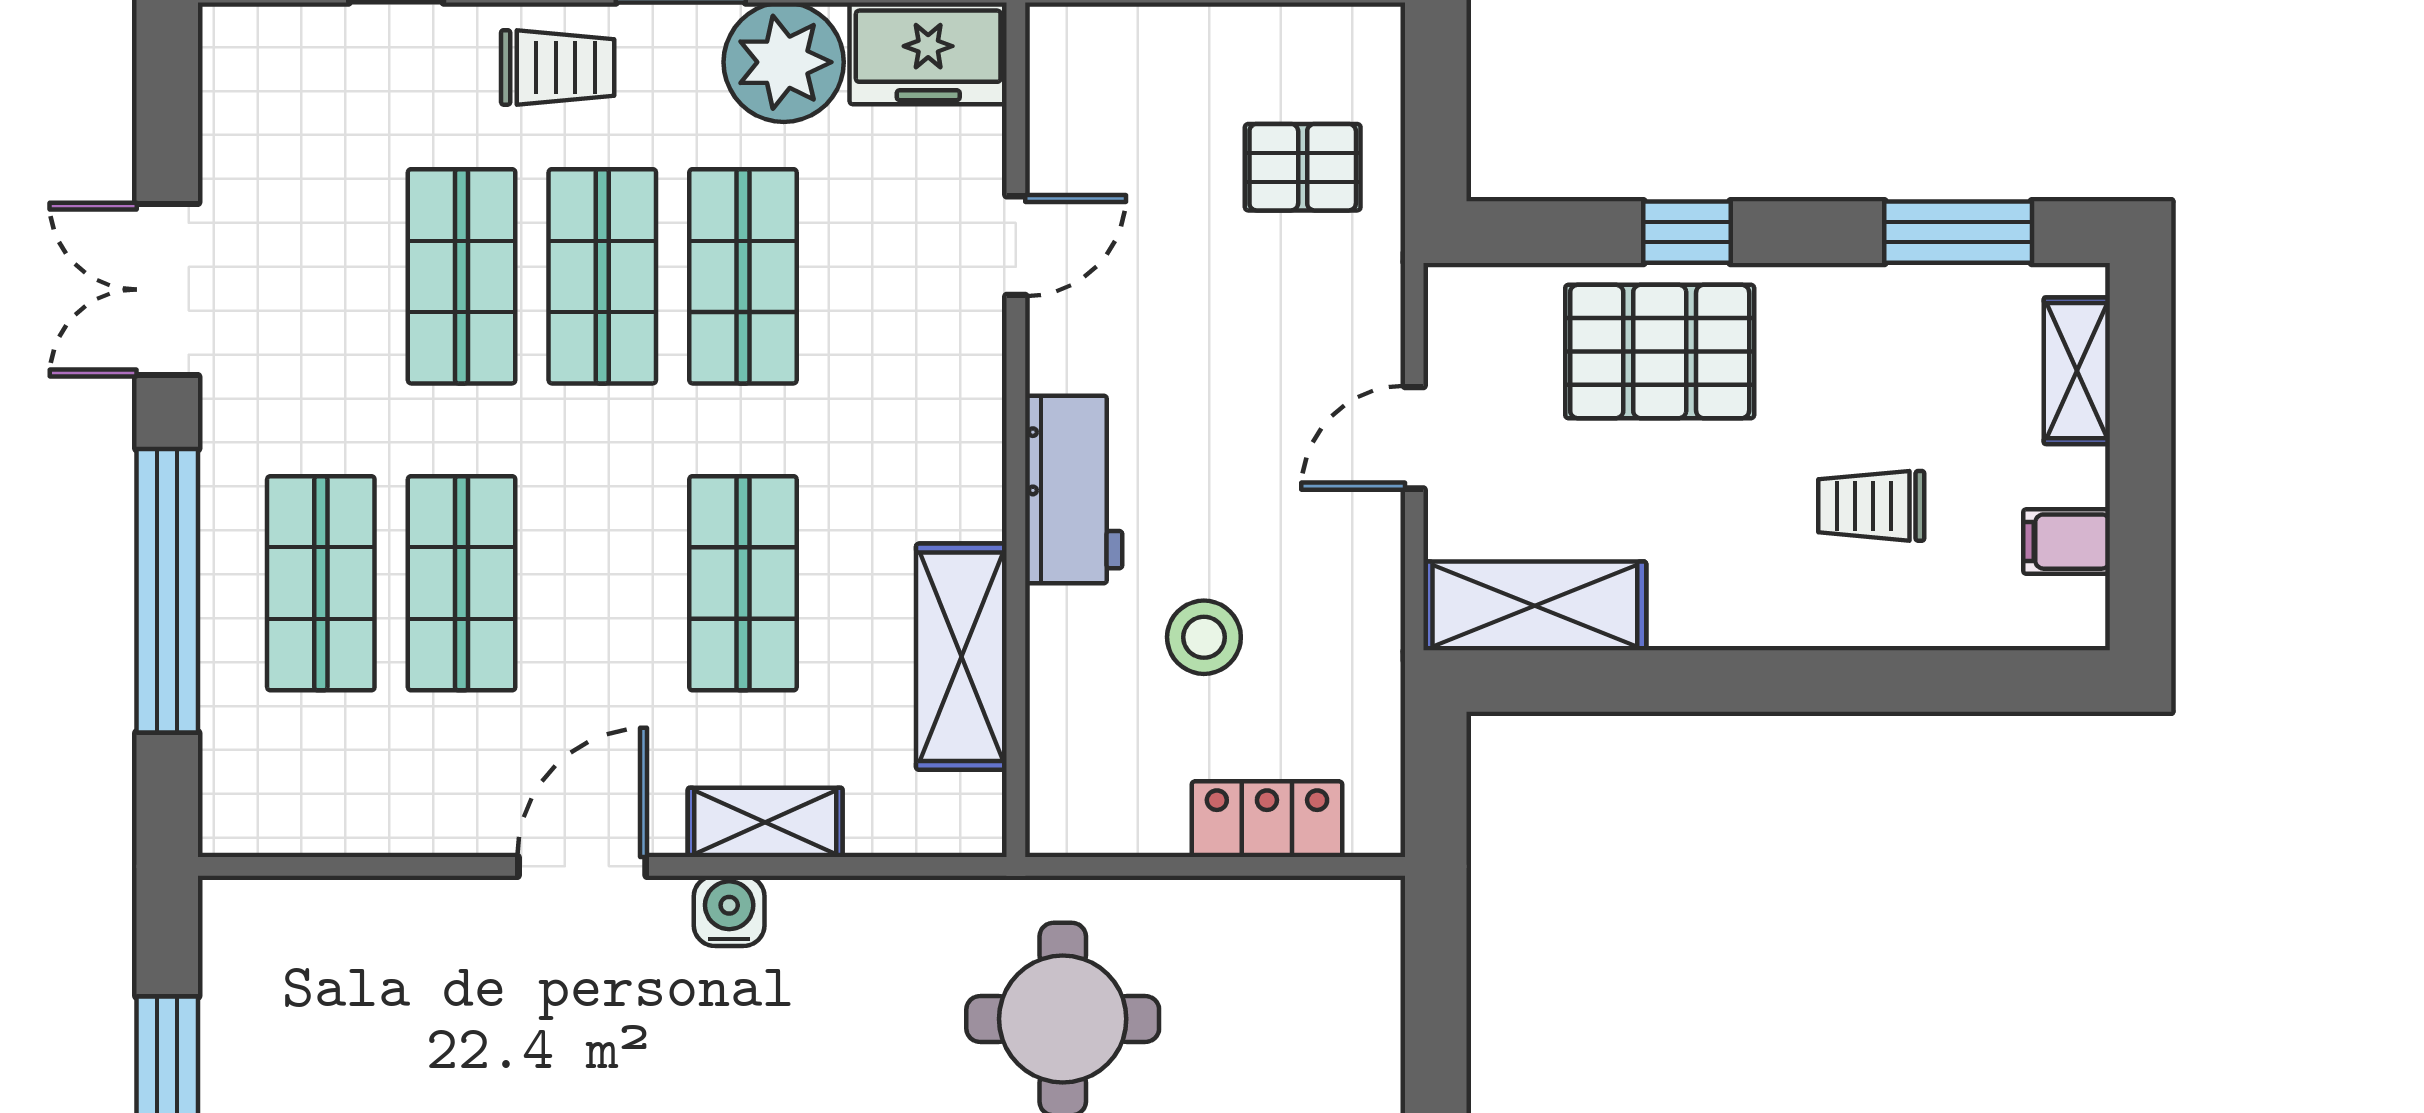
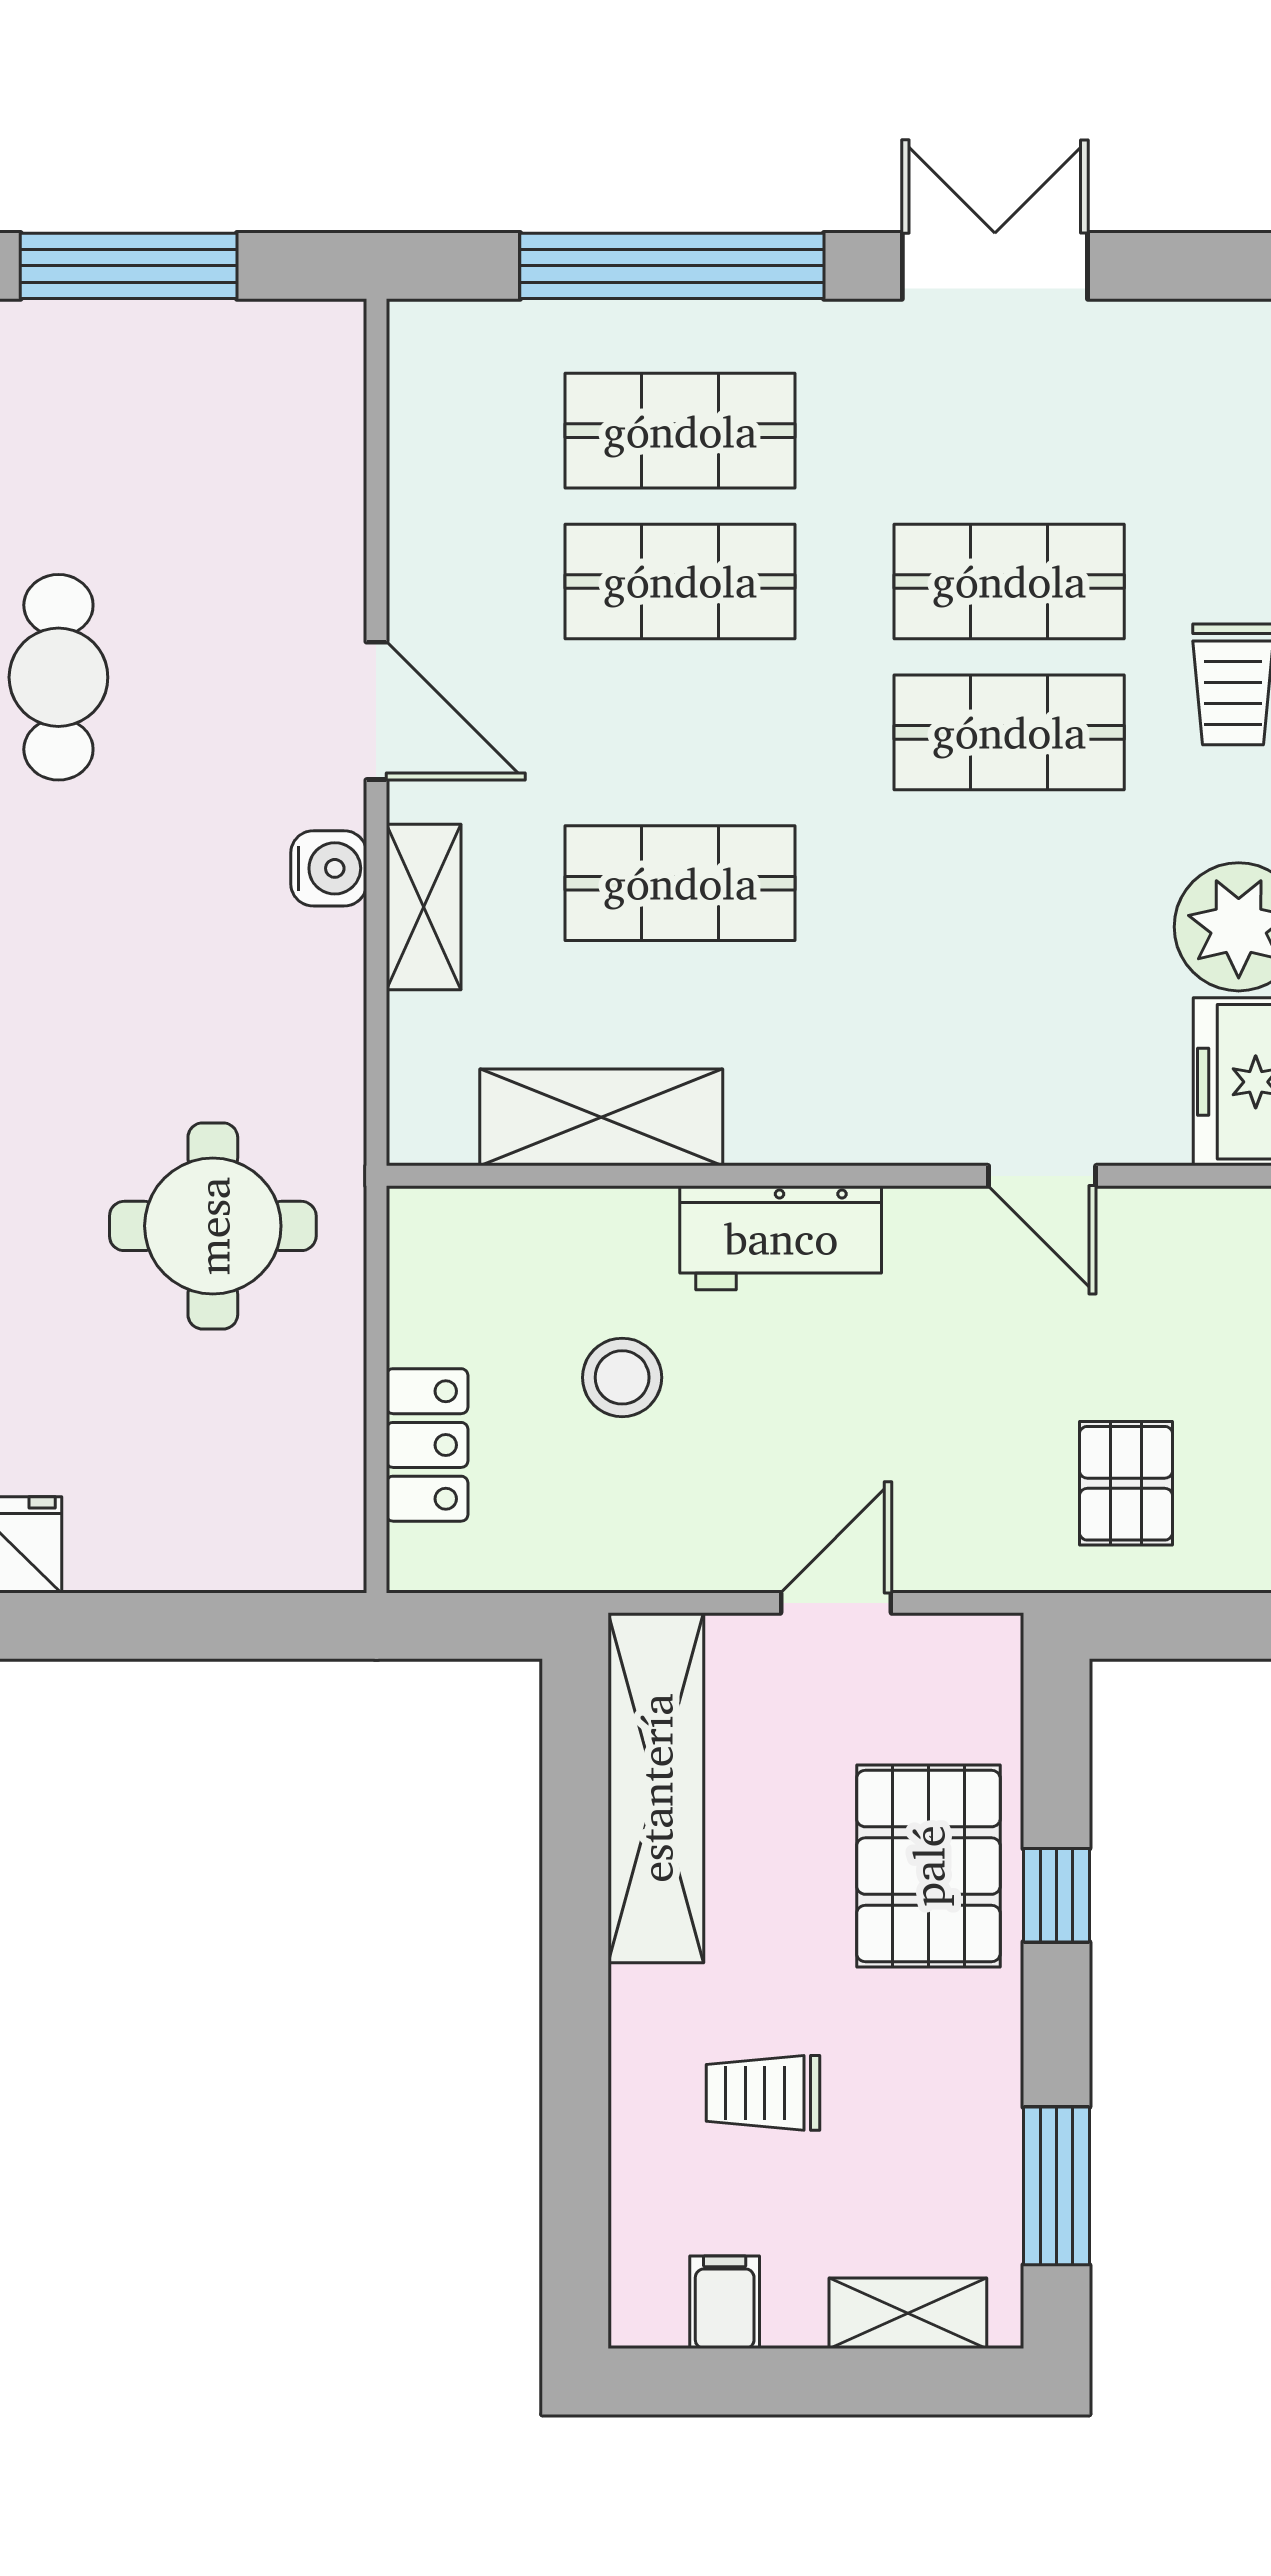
shop shelf: (743, 276) -> (1009, 883), removed
door: (1414, 438) -> (836, 1603), hinge flipped
trolley: (1871, 506) -> (763, 2093), turned -90
shelving: (1535, 606) -> (656, 1788), width x1.47

